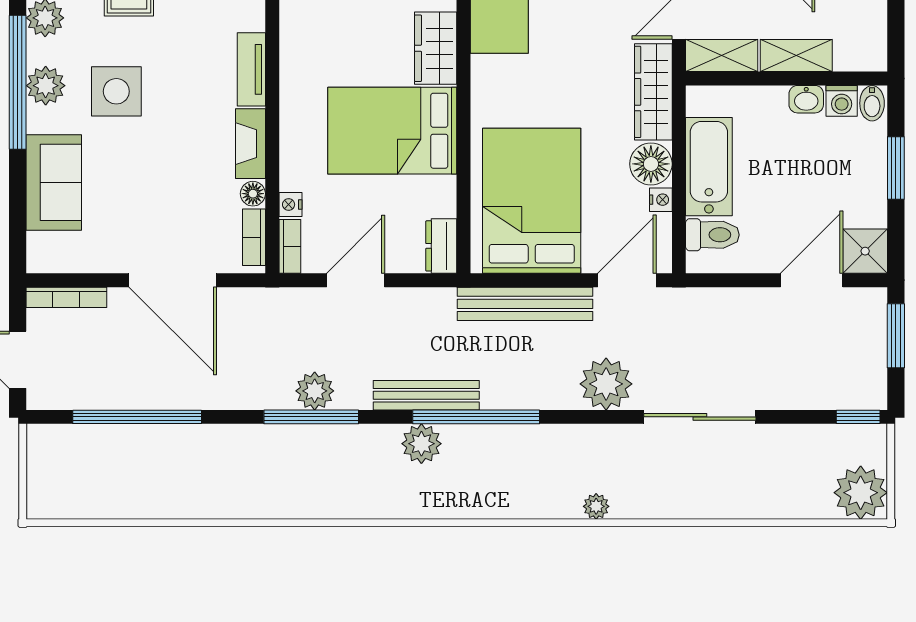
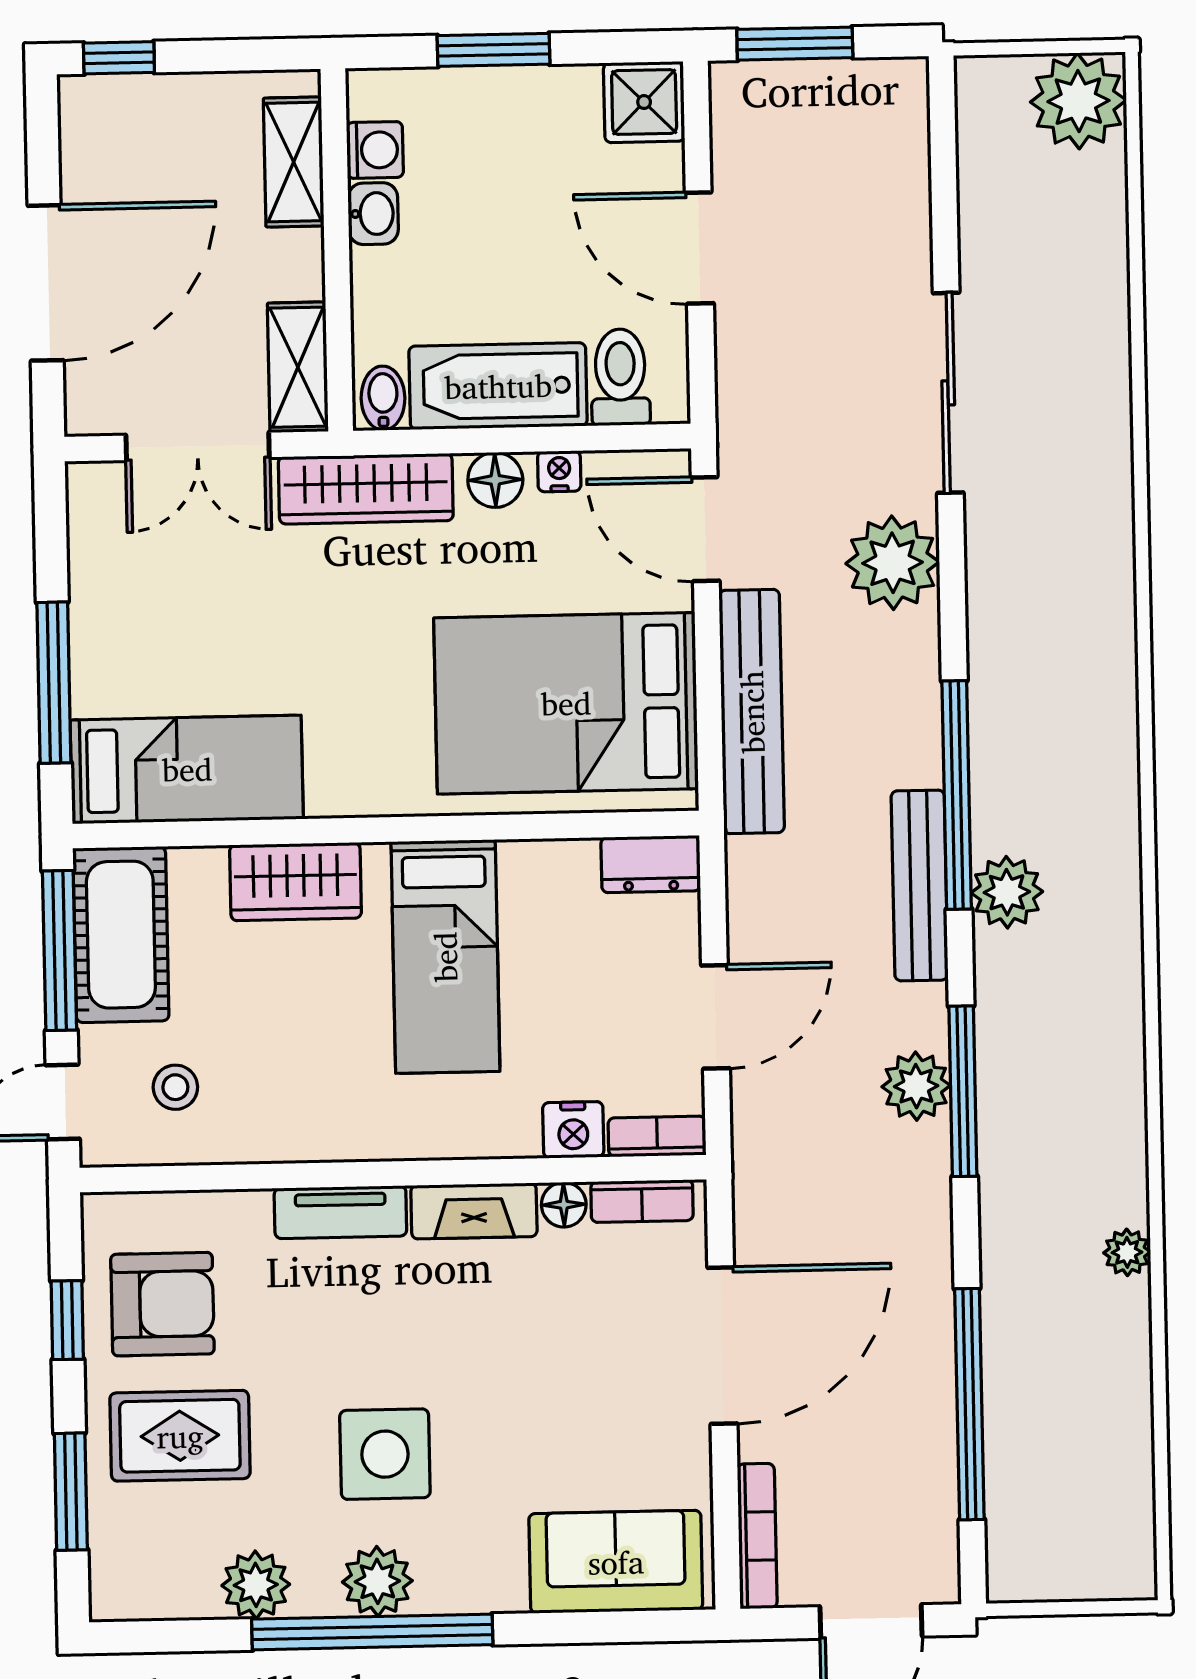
shelving: (796, 56) -> (294, 162), moved
bidet: (872, 103) -> (383, 398), moved, turned -90
bed: (392, 131) -> (445, 957), width x0.67
floor lamp: (651, 164) -> (495, 480), width x0.73, depth x0.73
sofa: (54, 182) -> (616, 1562), moved
nightstand: (290, 204) -> (573, 1130), width x1.39, depth x1.35
door: (356, 280) -> (715, 1017), swing flipped
door: (812, 280) -> (699, 248), moved
window: (858, 417) -> (942, 108), removed
plant: (596, 506) -> (1127, 1252), moved

